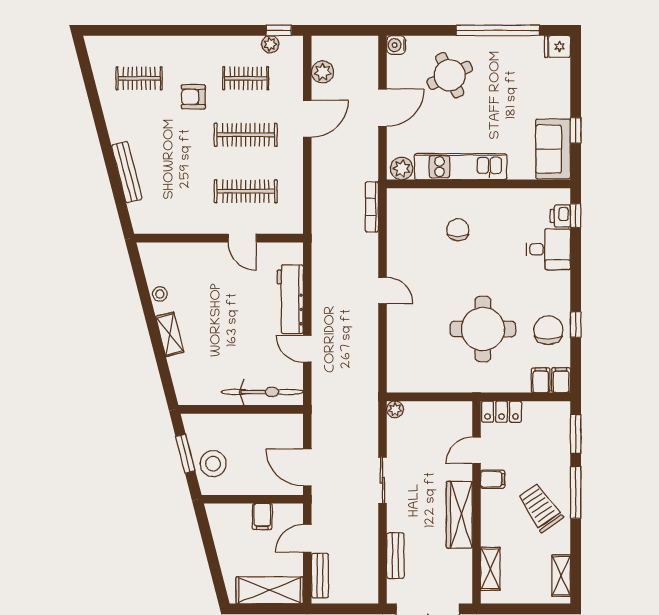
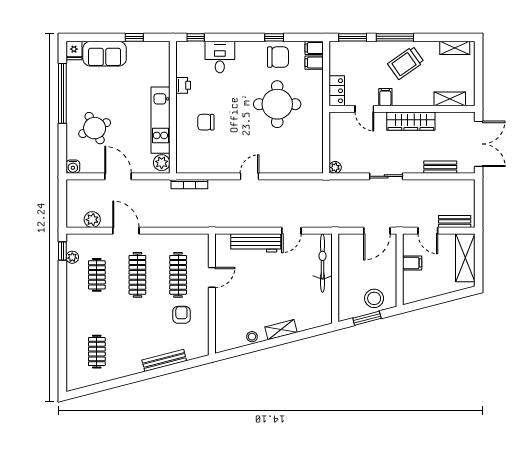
armchair: (193, 97) -> (181, 315), moved, turned 180
sofa: (553, 149) -> (105, 54), moved
printer: (560, 216) -> (183, 85), moved, turned -90
chair: (548, 330) -> (278, 57), turned 180

